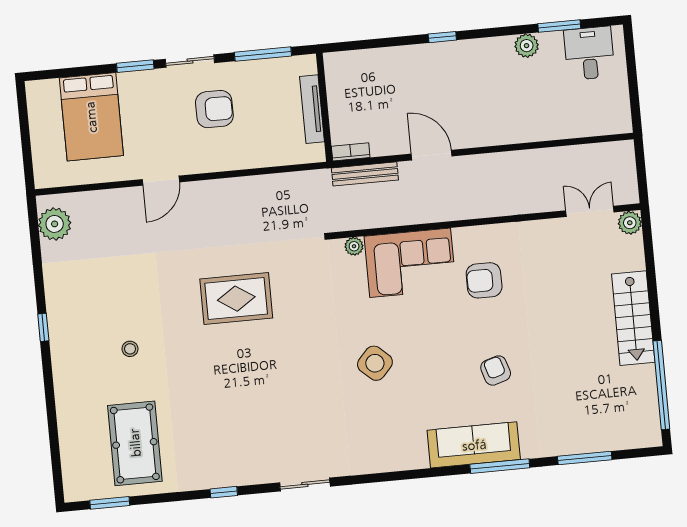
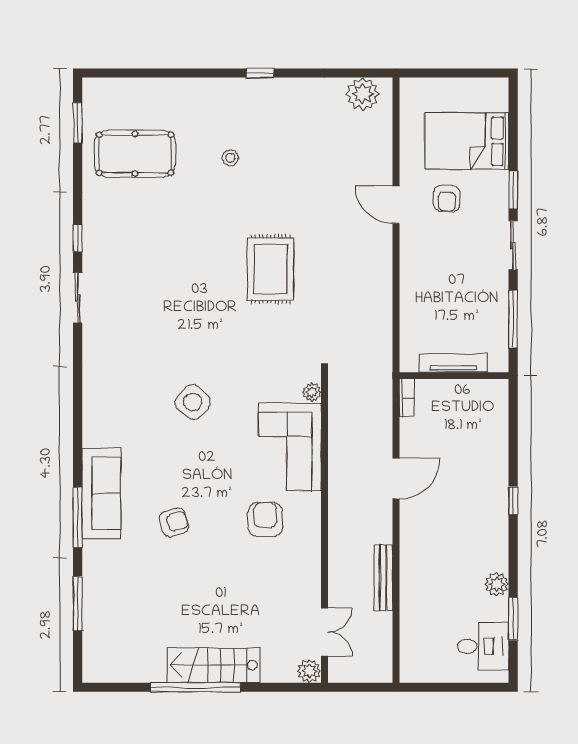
armchair: (214, 109) -> (447, 198), moved, width x0.72, depth x0.72
bench: (365, 174) -> (383, 578), moved
window: (661, 385) -> (195, 687), moved
sliding door: (305, 484) -> (78, 298), moved

